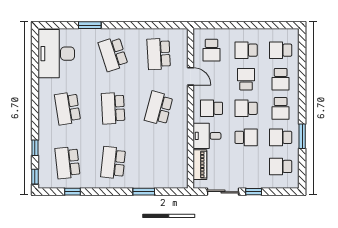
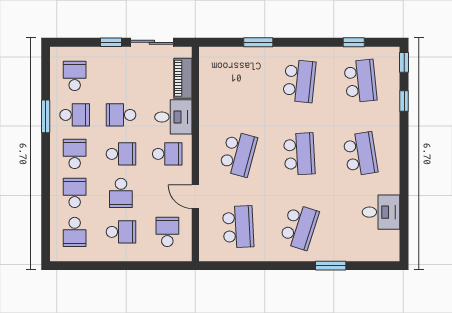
school desk: (281, 50) -> (75, 232), turned 90
desk: (56, 54) -> (381, 212), width x0.53, depth x0.77
school desk: (113, 54) -> (299, 227), turned 36
school desk: (281, 166) -> (75, 76), turned -90

